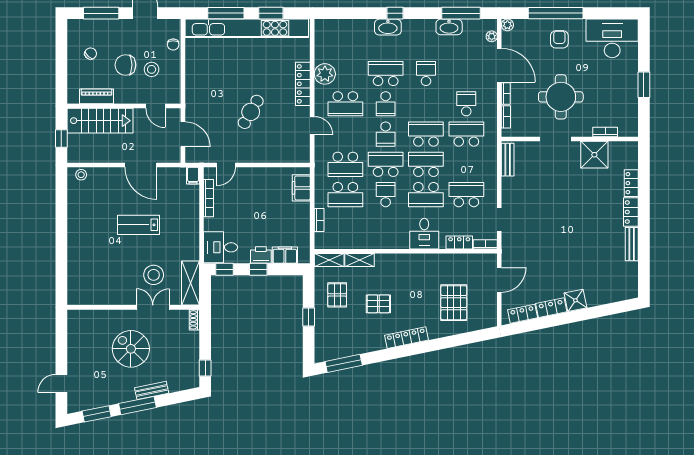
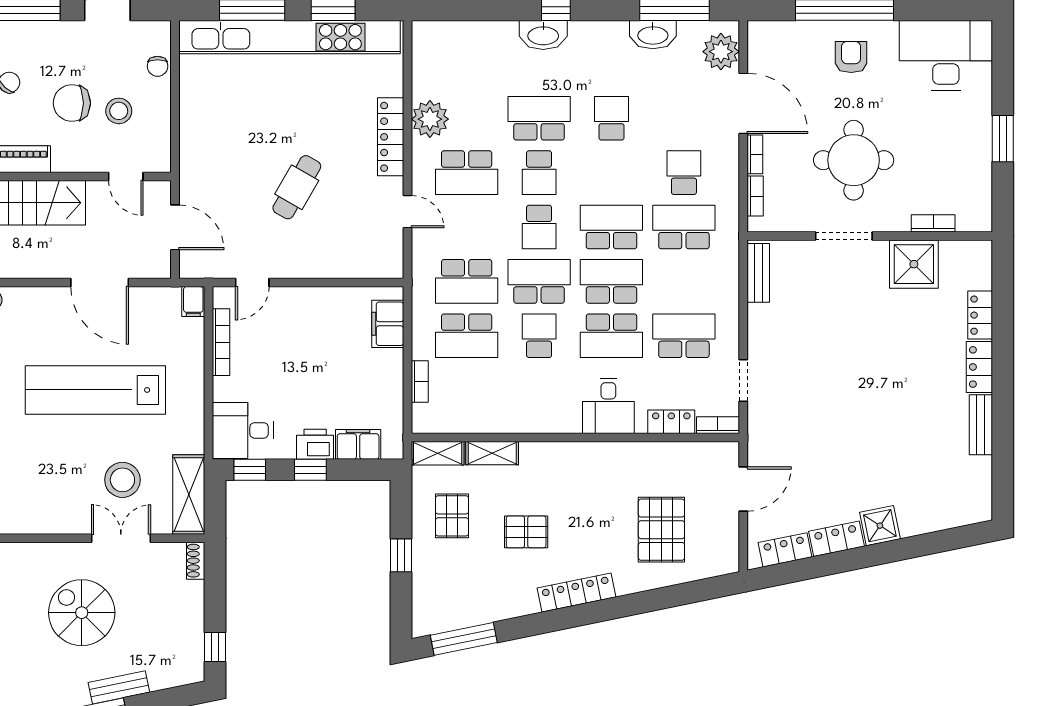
plant: (507, 25) -> (758, 31), removed
plant: (492, 36) -> (721, 52), width x1.88, depth x1.88
lab bench: (139, 225) -> (95, 390), width x1.86, depth x1.39

